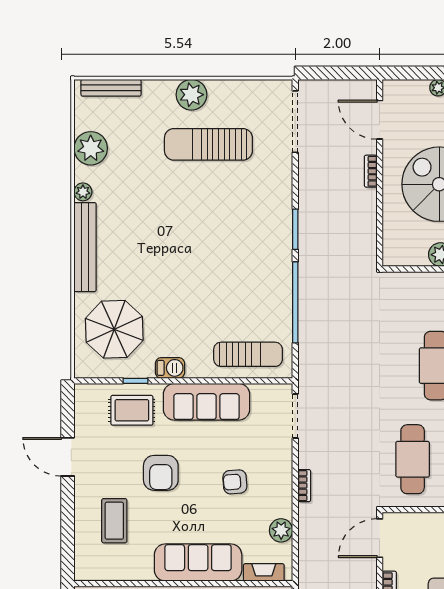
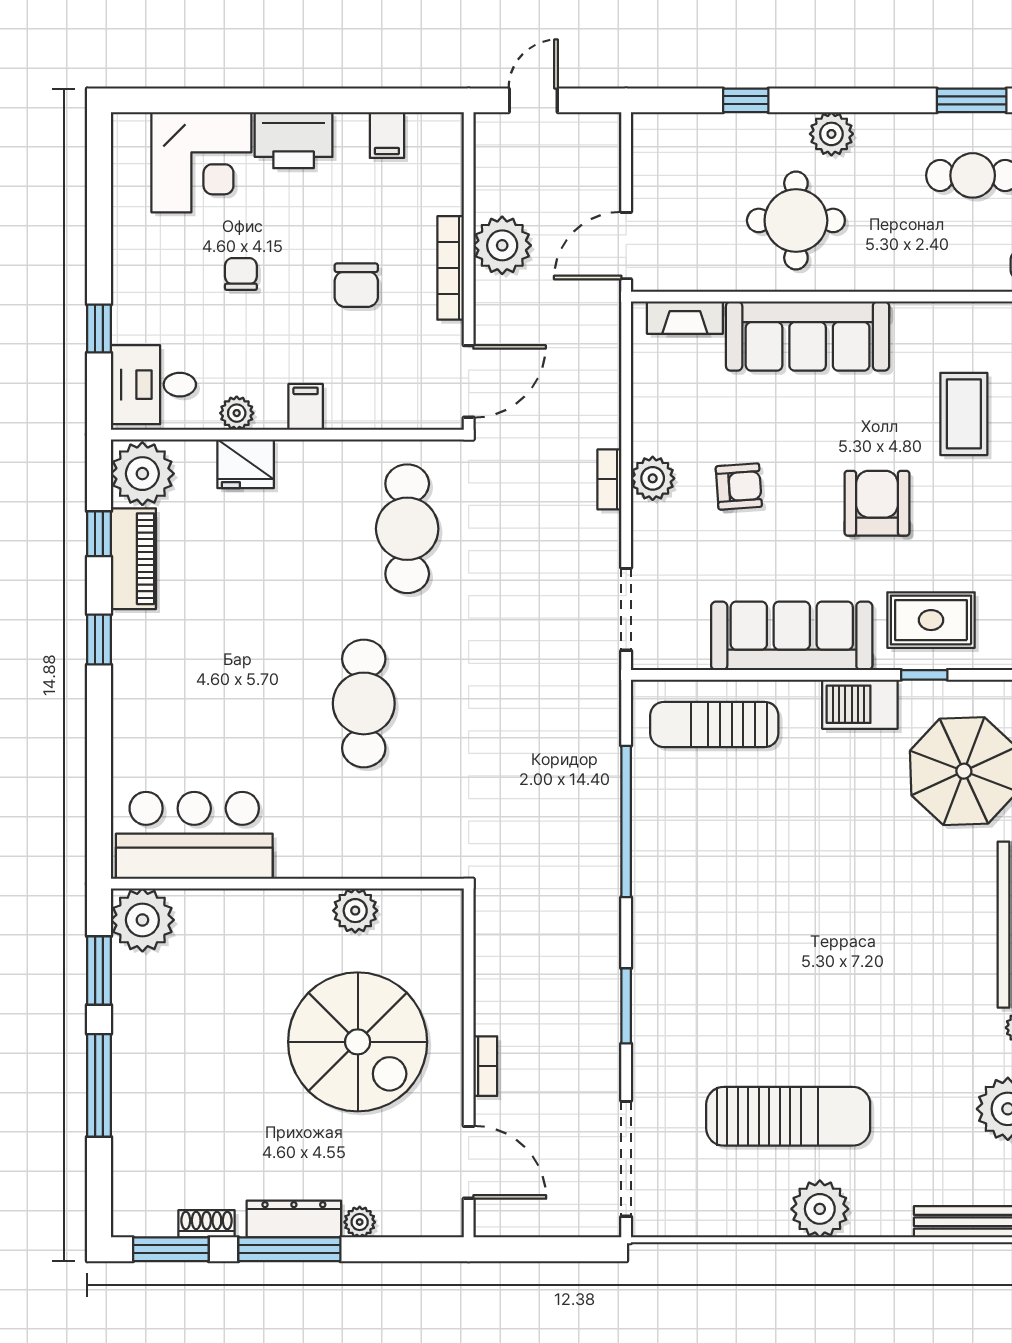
window: (295, 229) -> (626, 1006), moved
barbecue: (170, 368) -> (860, 704), width x1.38, depth x1.27
plant: (281, 530) -> (653, 478), moved

